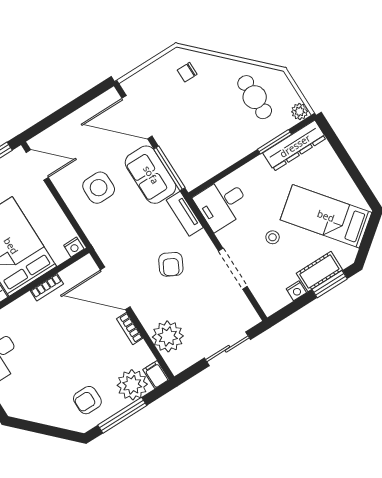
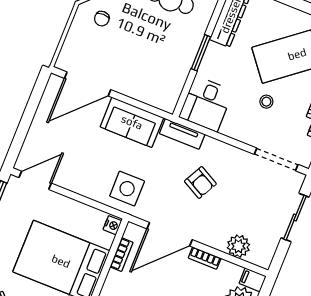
window: (274, 142) -> (201, 53), moved
window: (169, 168) -> (143, 106), removed
side table: (99, 188) -> (127, 189), moved
doorway: (233, 269) -> (276, 159), moved
bookcase: (47, 287) -> (122, 255), moved
plant: (168, 336) -> (238, 246), width x0.73, depth x0.73

